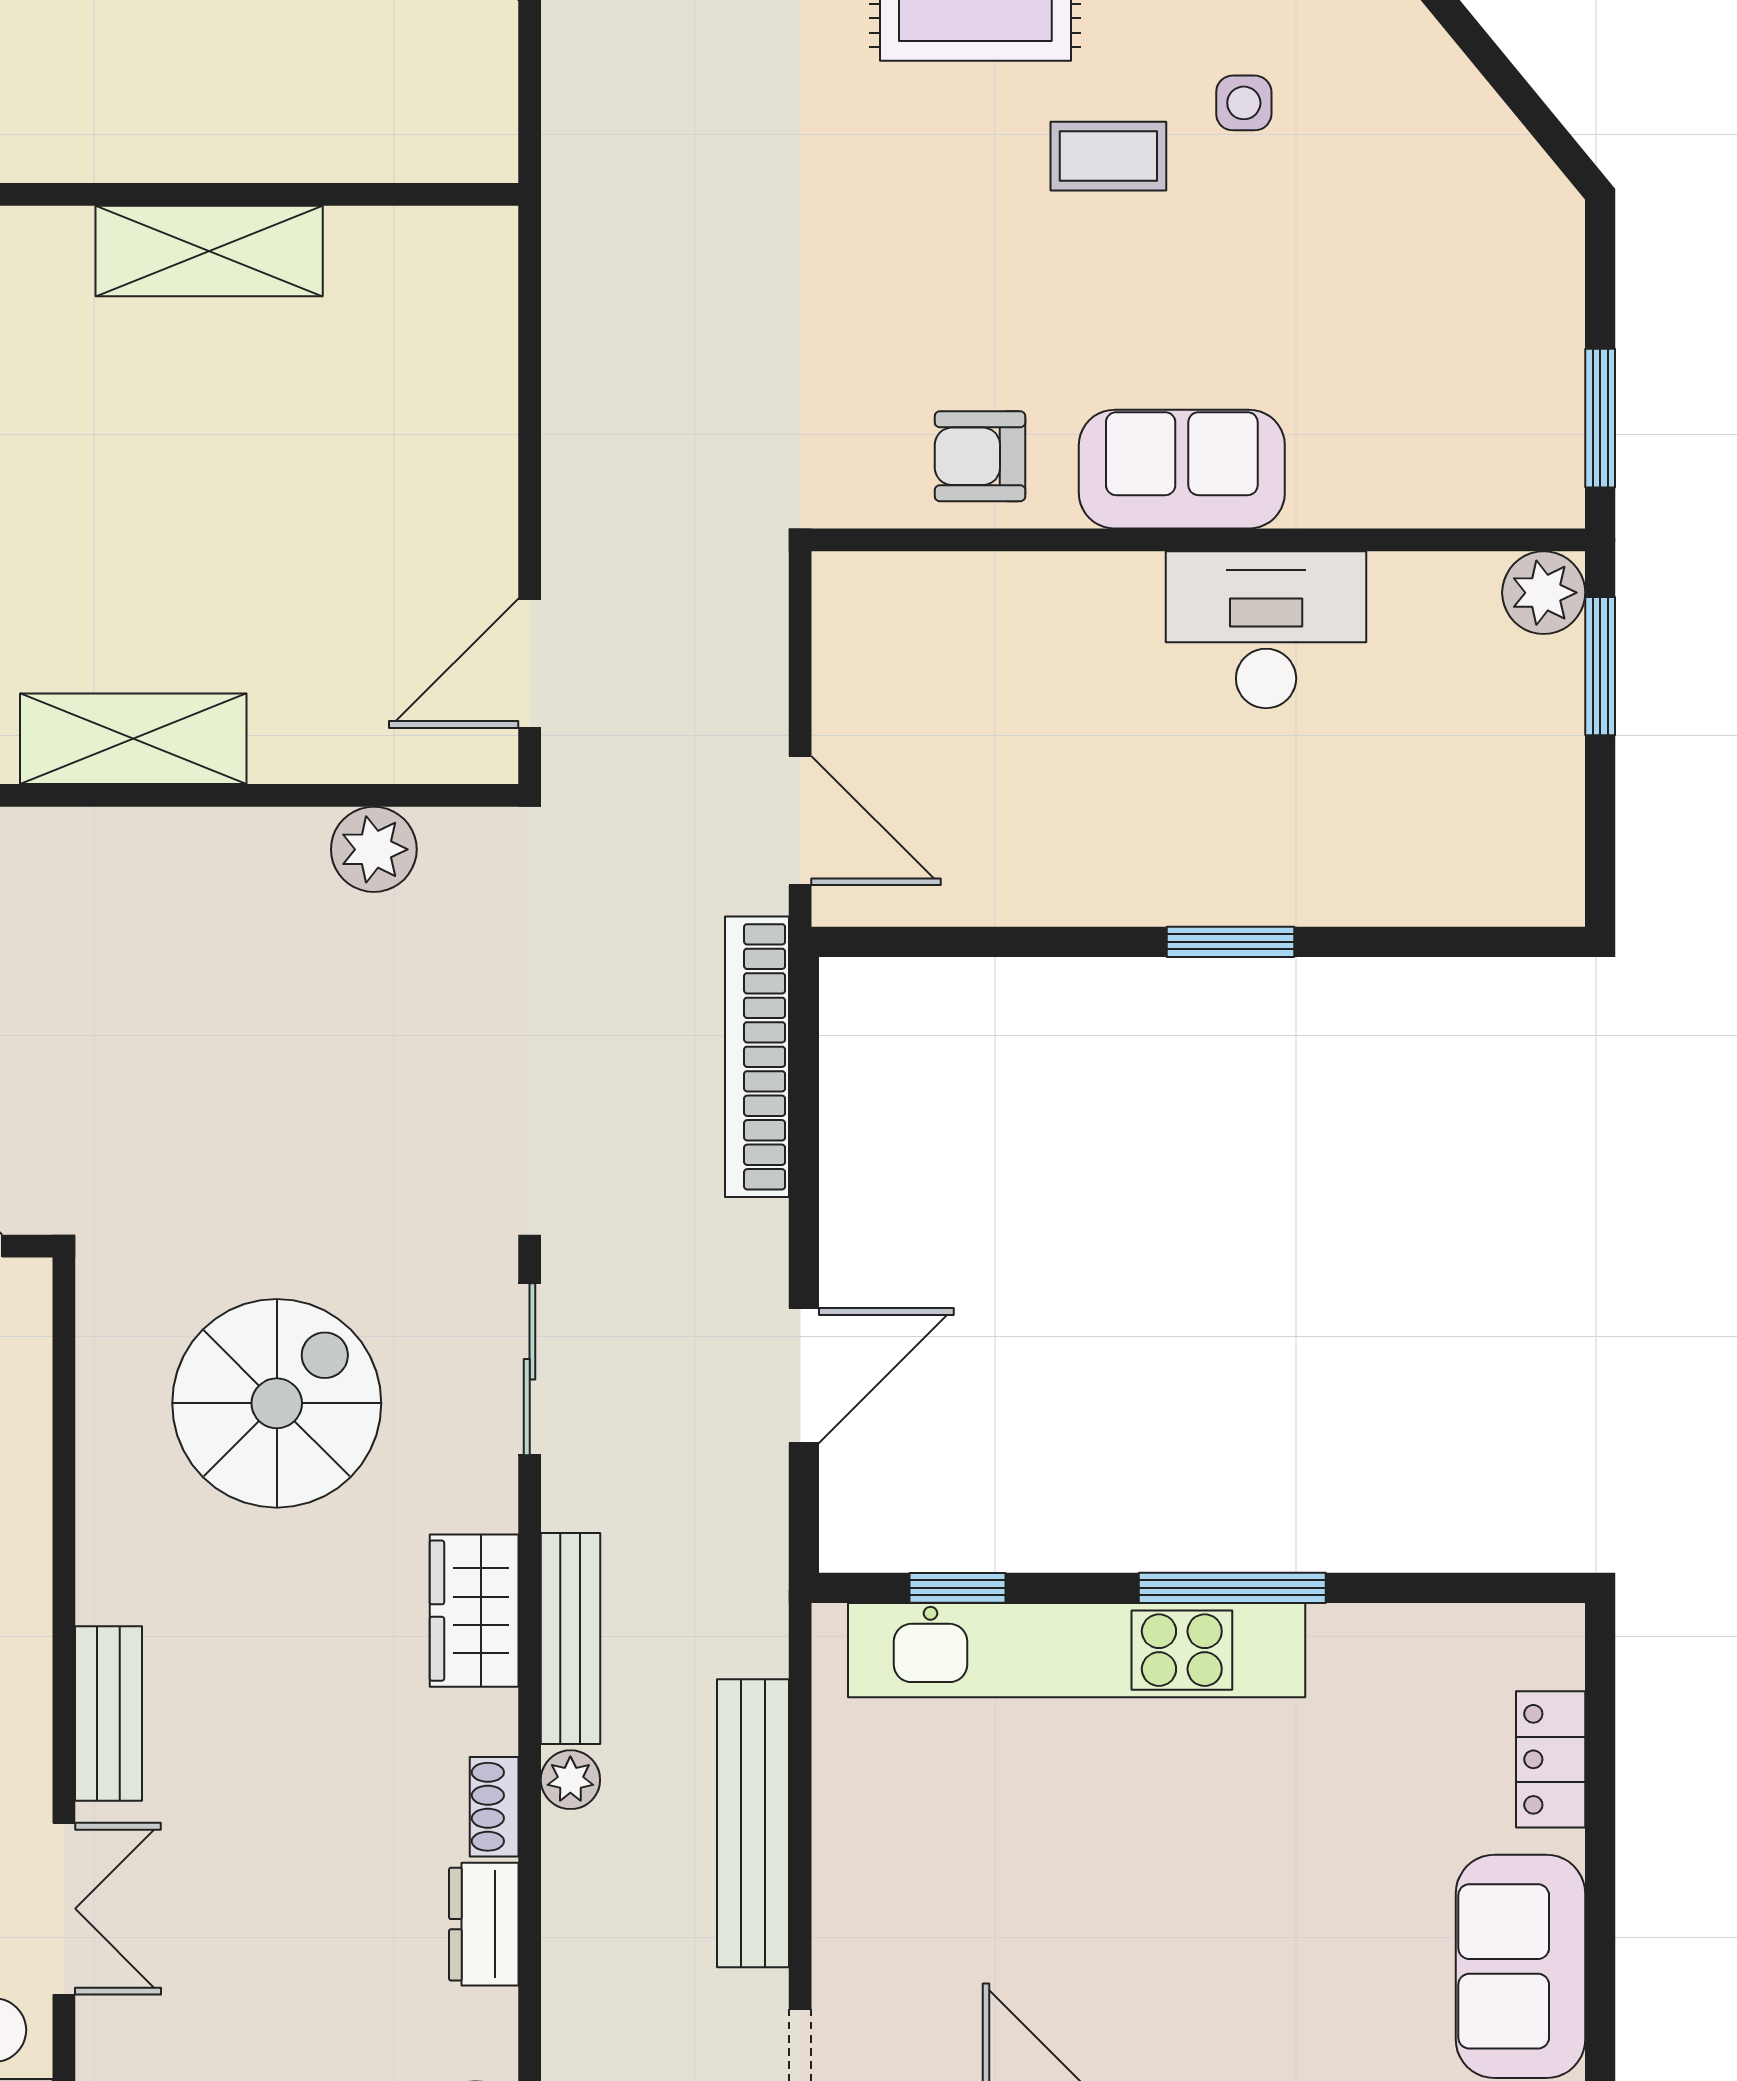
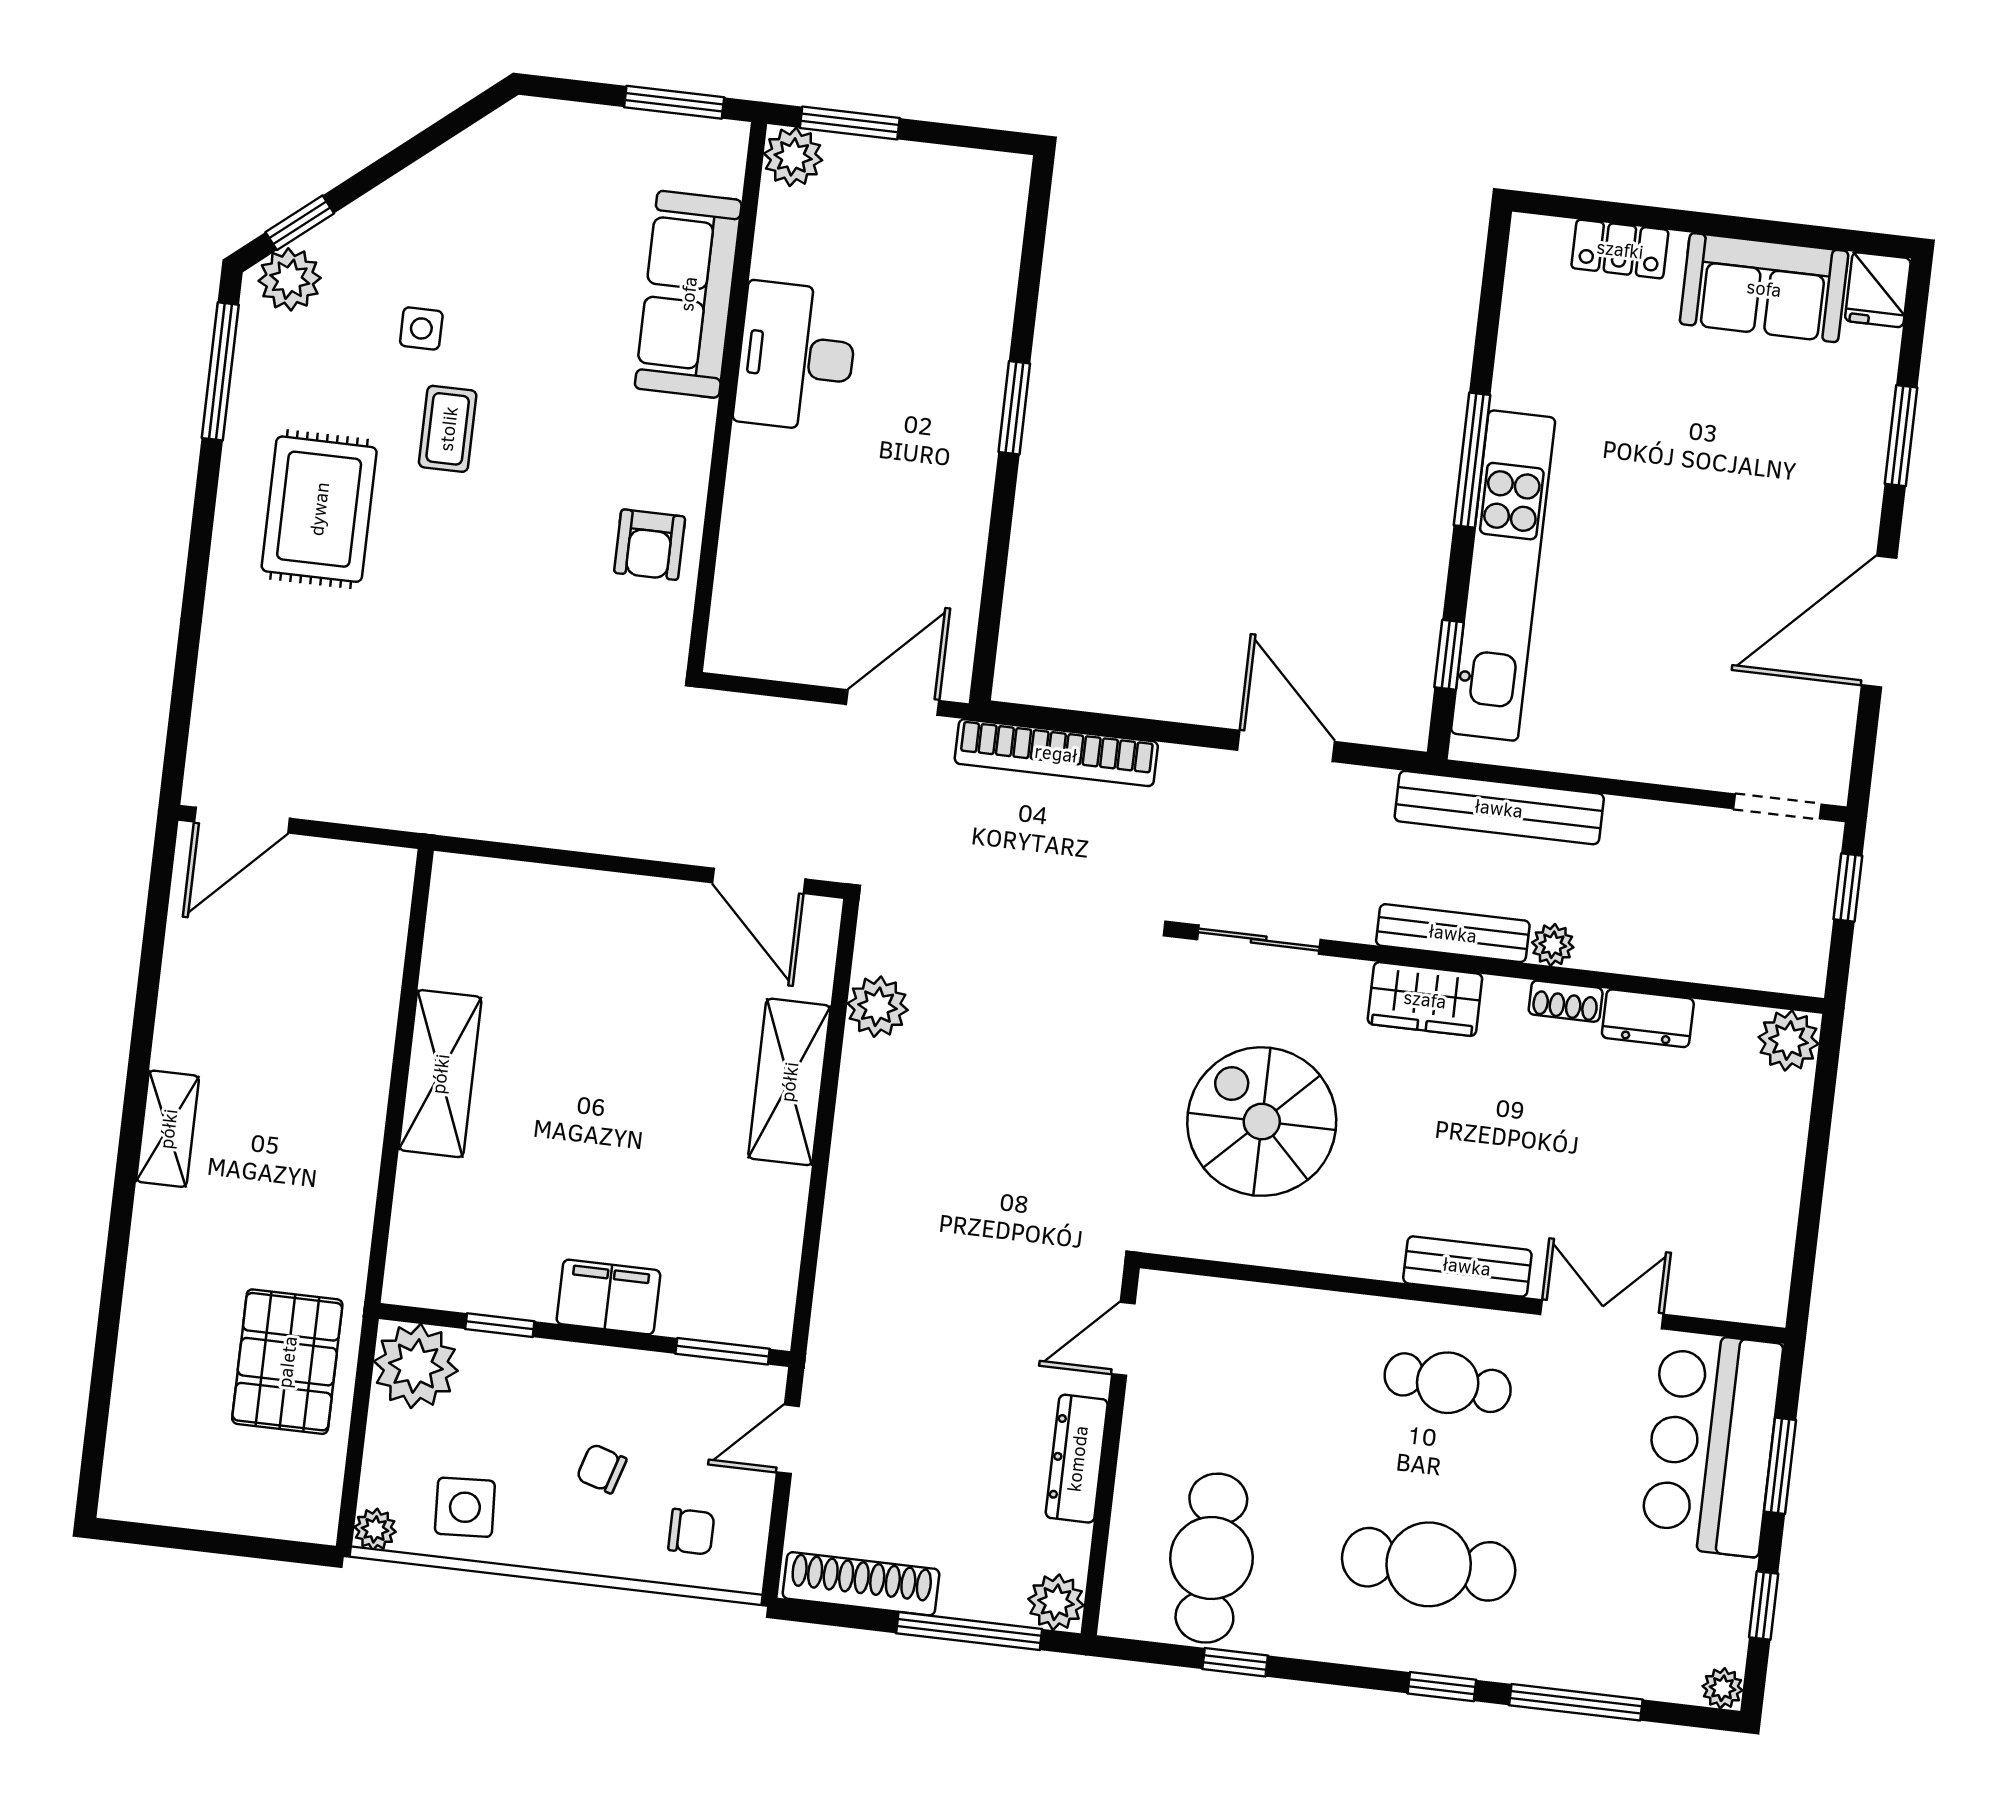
sofa: (1182, 469) -> (688, 294), moved, width x1.36
shelving: (133, 739) -> (789, 1082), moved
bench: (753, 1823) -> (1499, 808), moved

